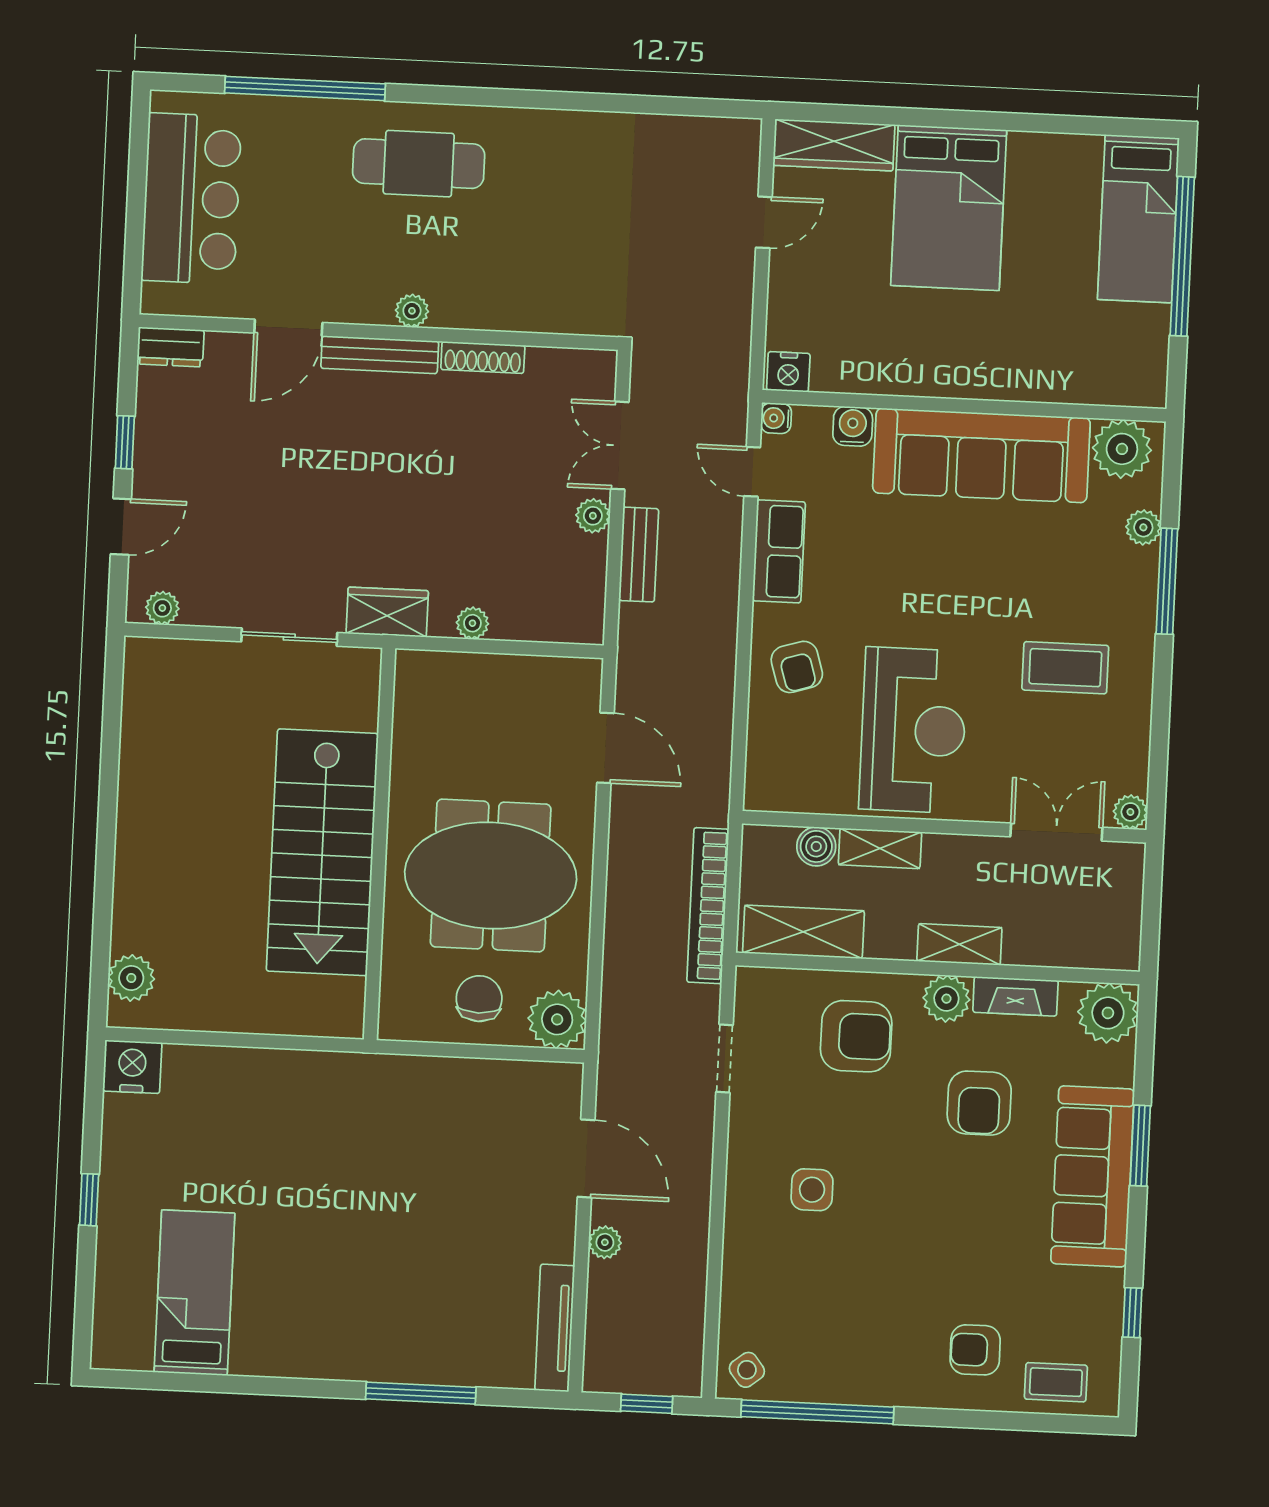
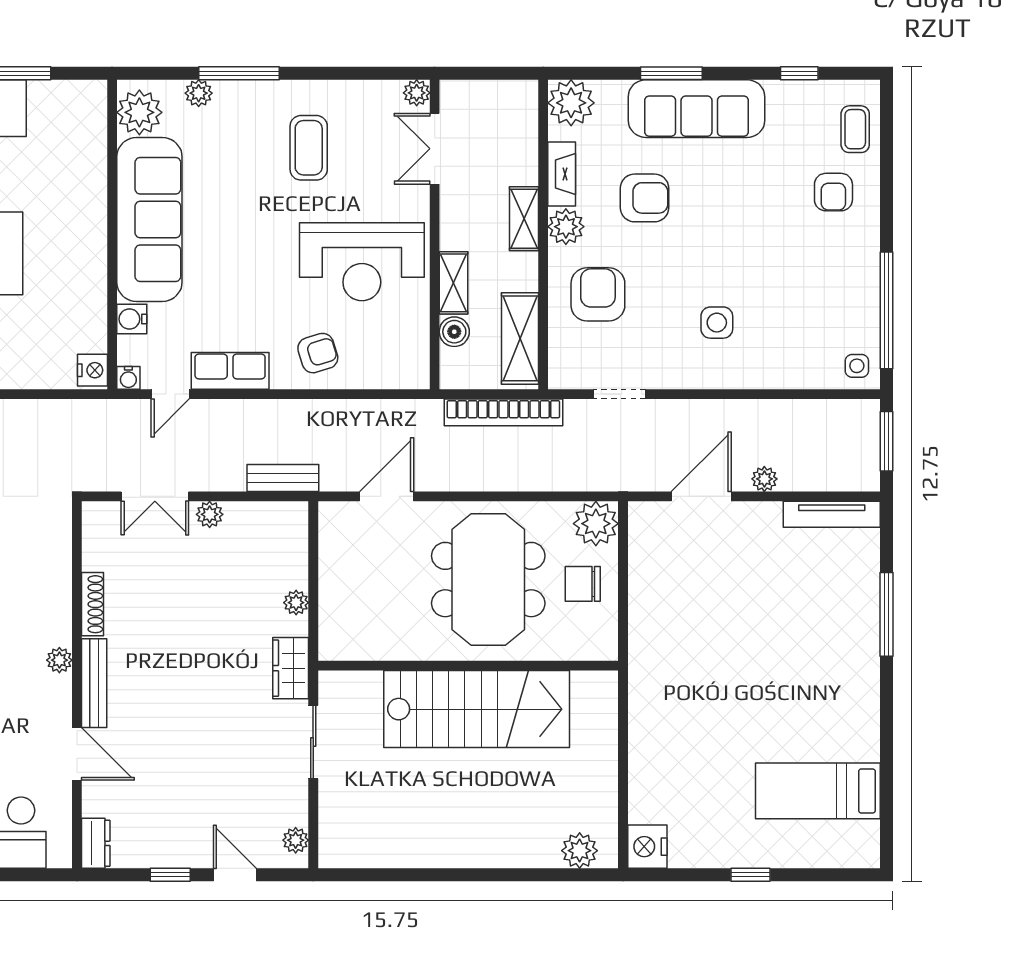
bench: (639, 555) -> (283, 478), moved
reception desk: (913, 730) -> (362, 262), turned 180
side table: (747, 1370) -> (857, 366), turned 38
window: (647, 1404) -> (886, 441), width x1.50

